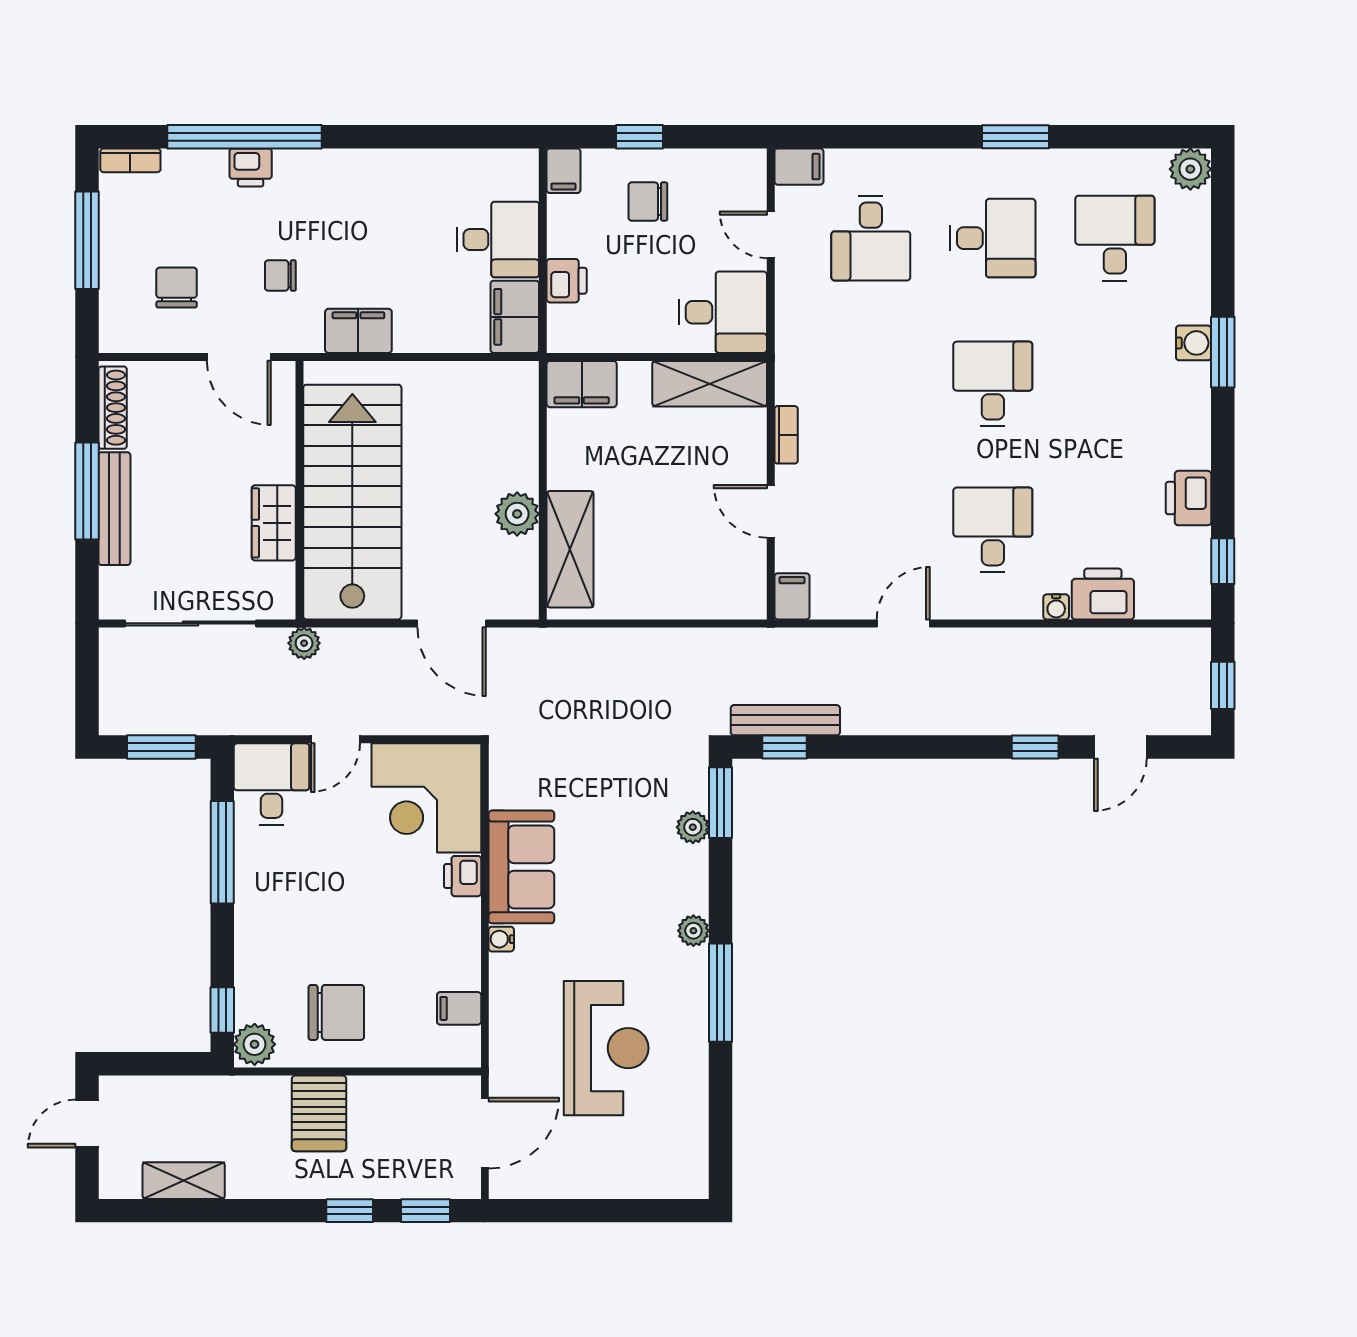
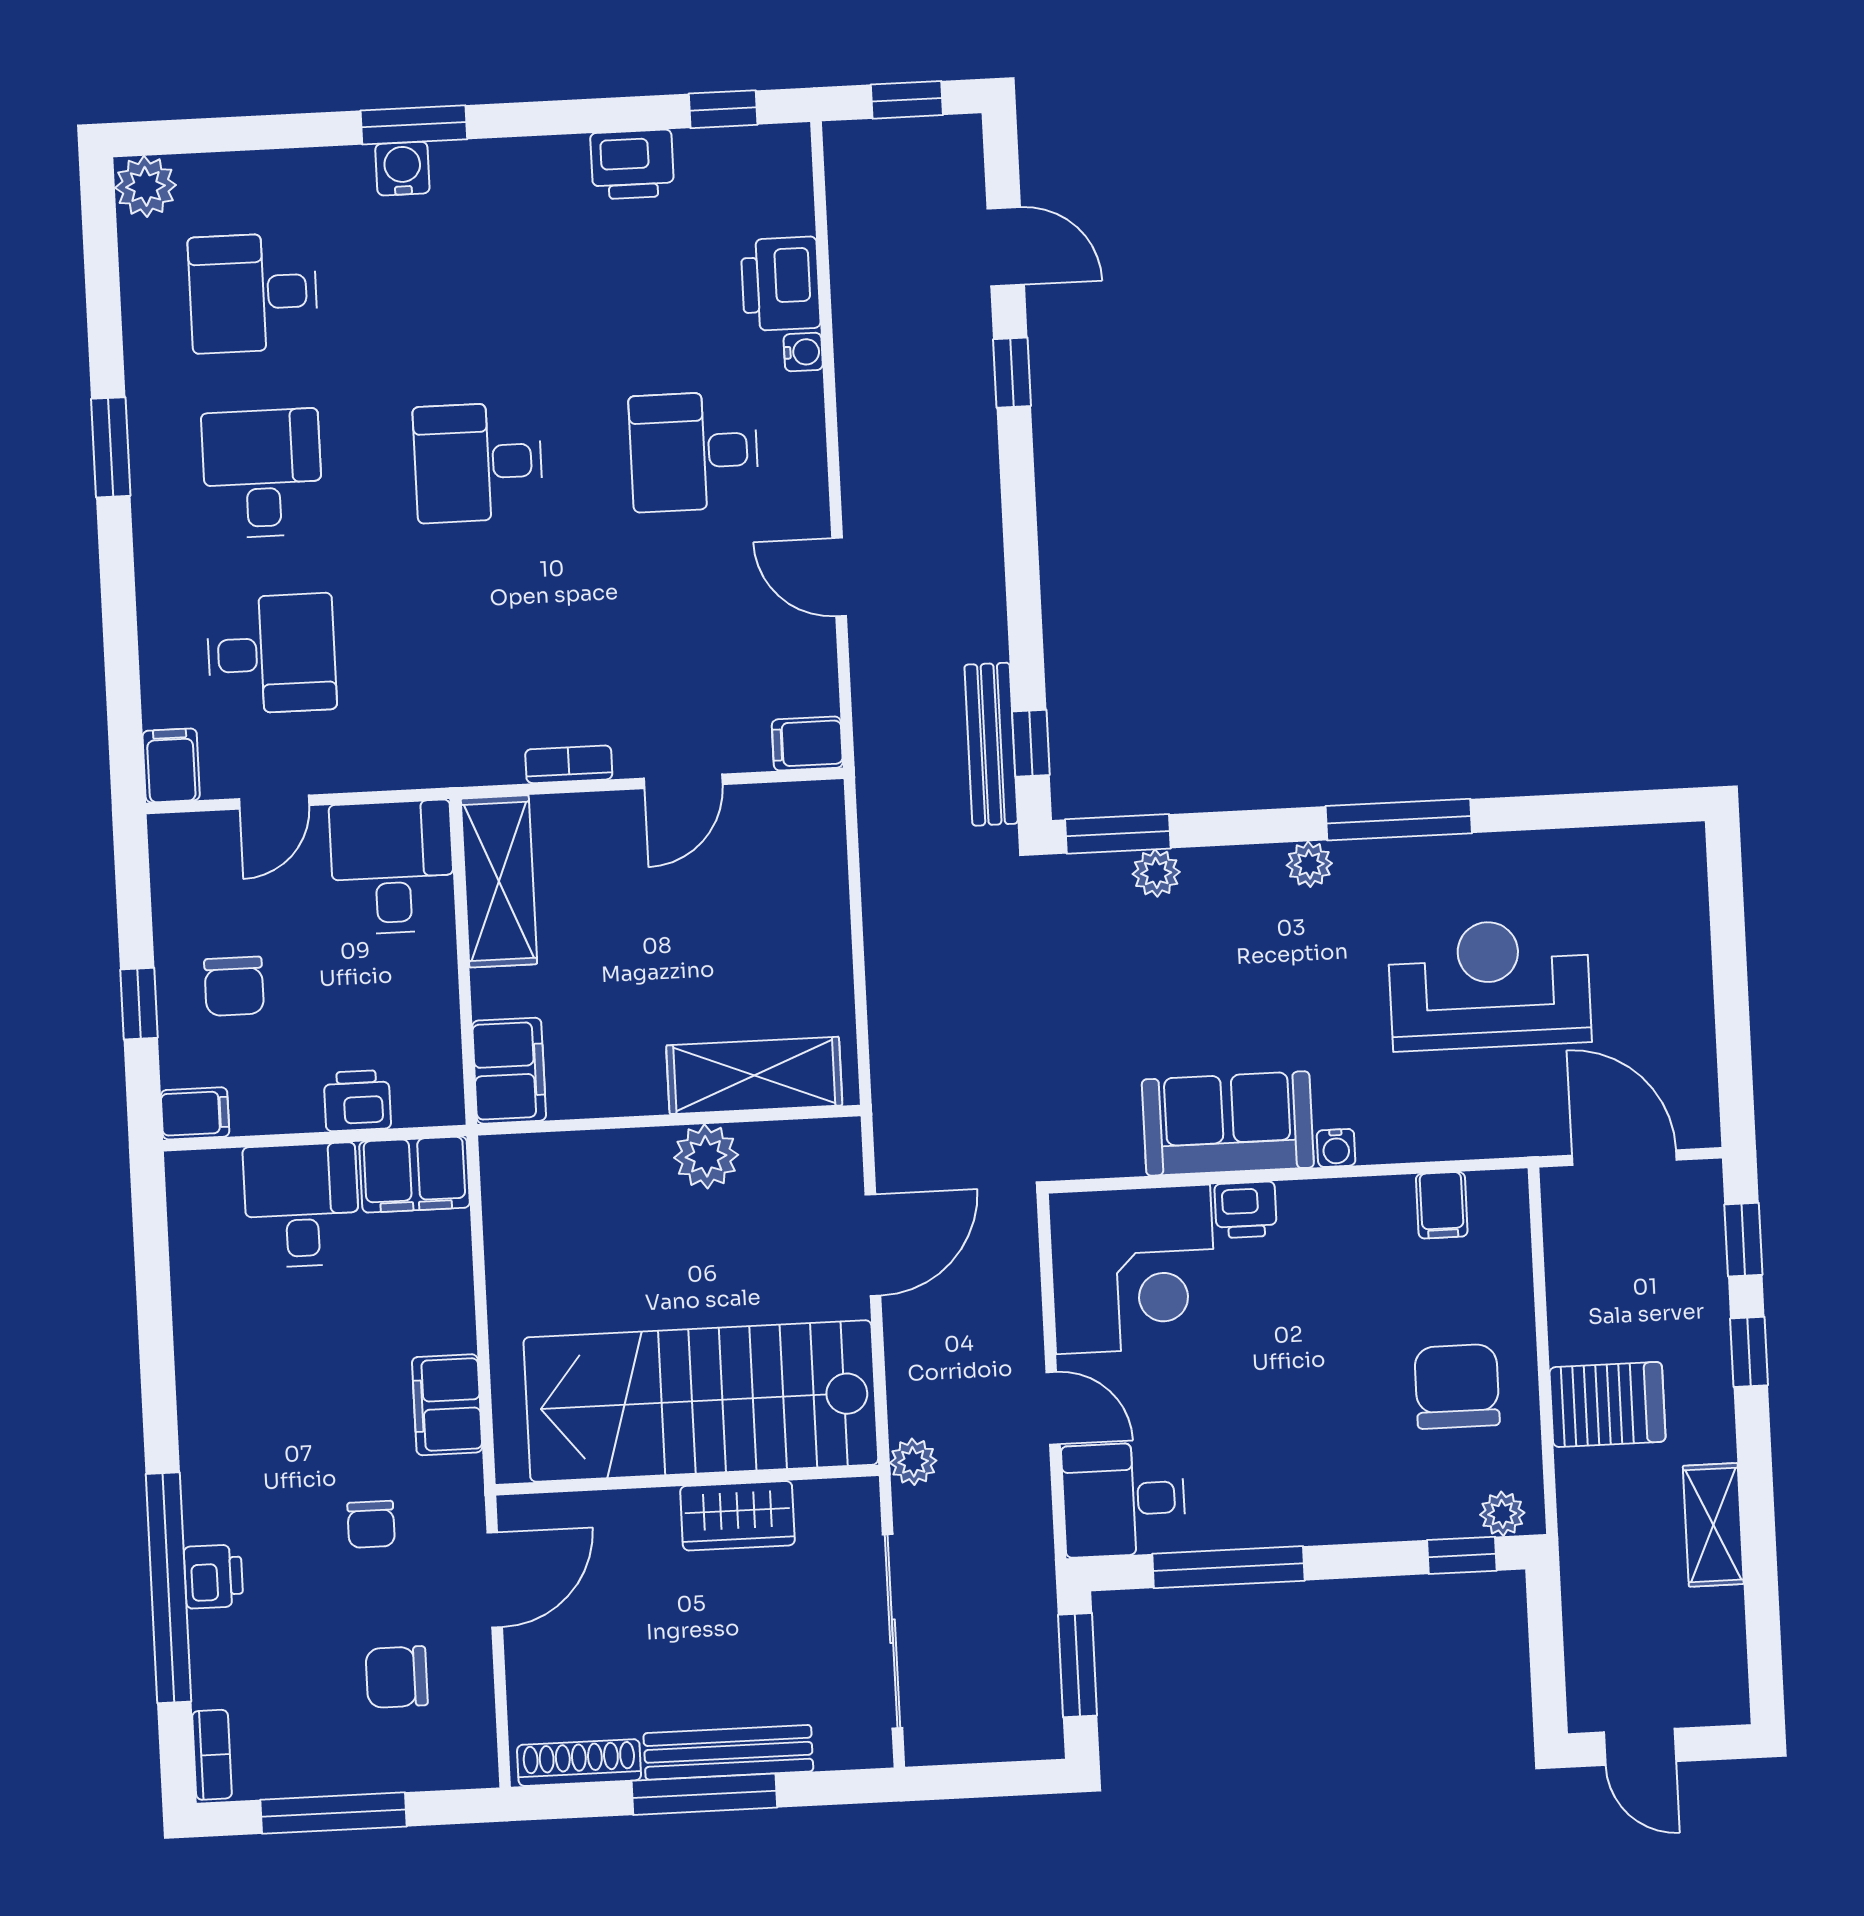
plant: (255, 1044) -> (1502, 1514), width x0.73, depth x0.73
shelving: (184, 1181) -> (1713, 1525), moved

